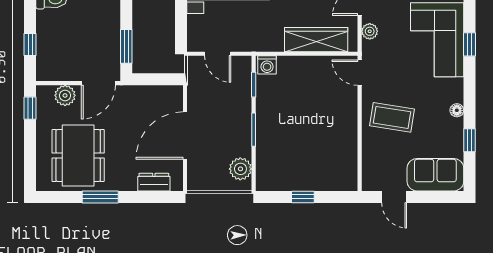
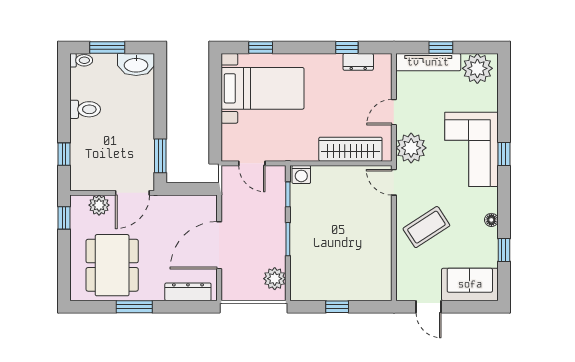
plant: (370, 31) -> (411, 148), width x1.87, depth x1.87
coffee table: (392, 117) -> (426, 227), turned -42
dresser: (154, 182) -> (188, 292), width x1.44

